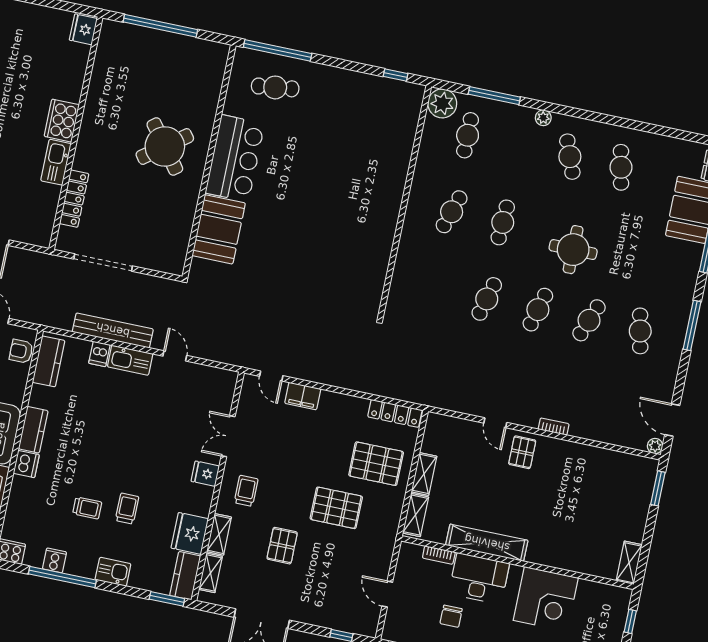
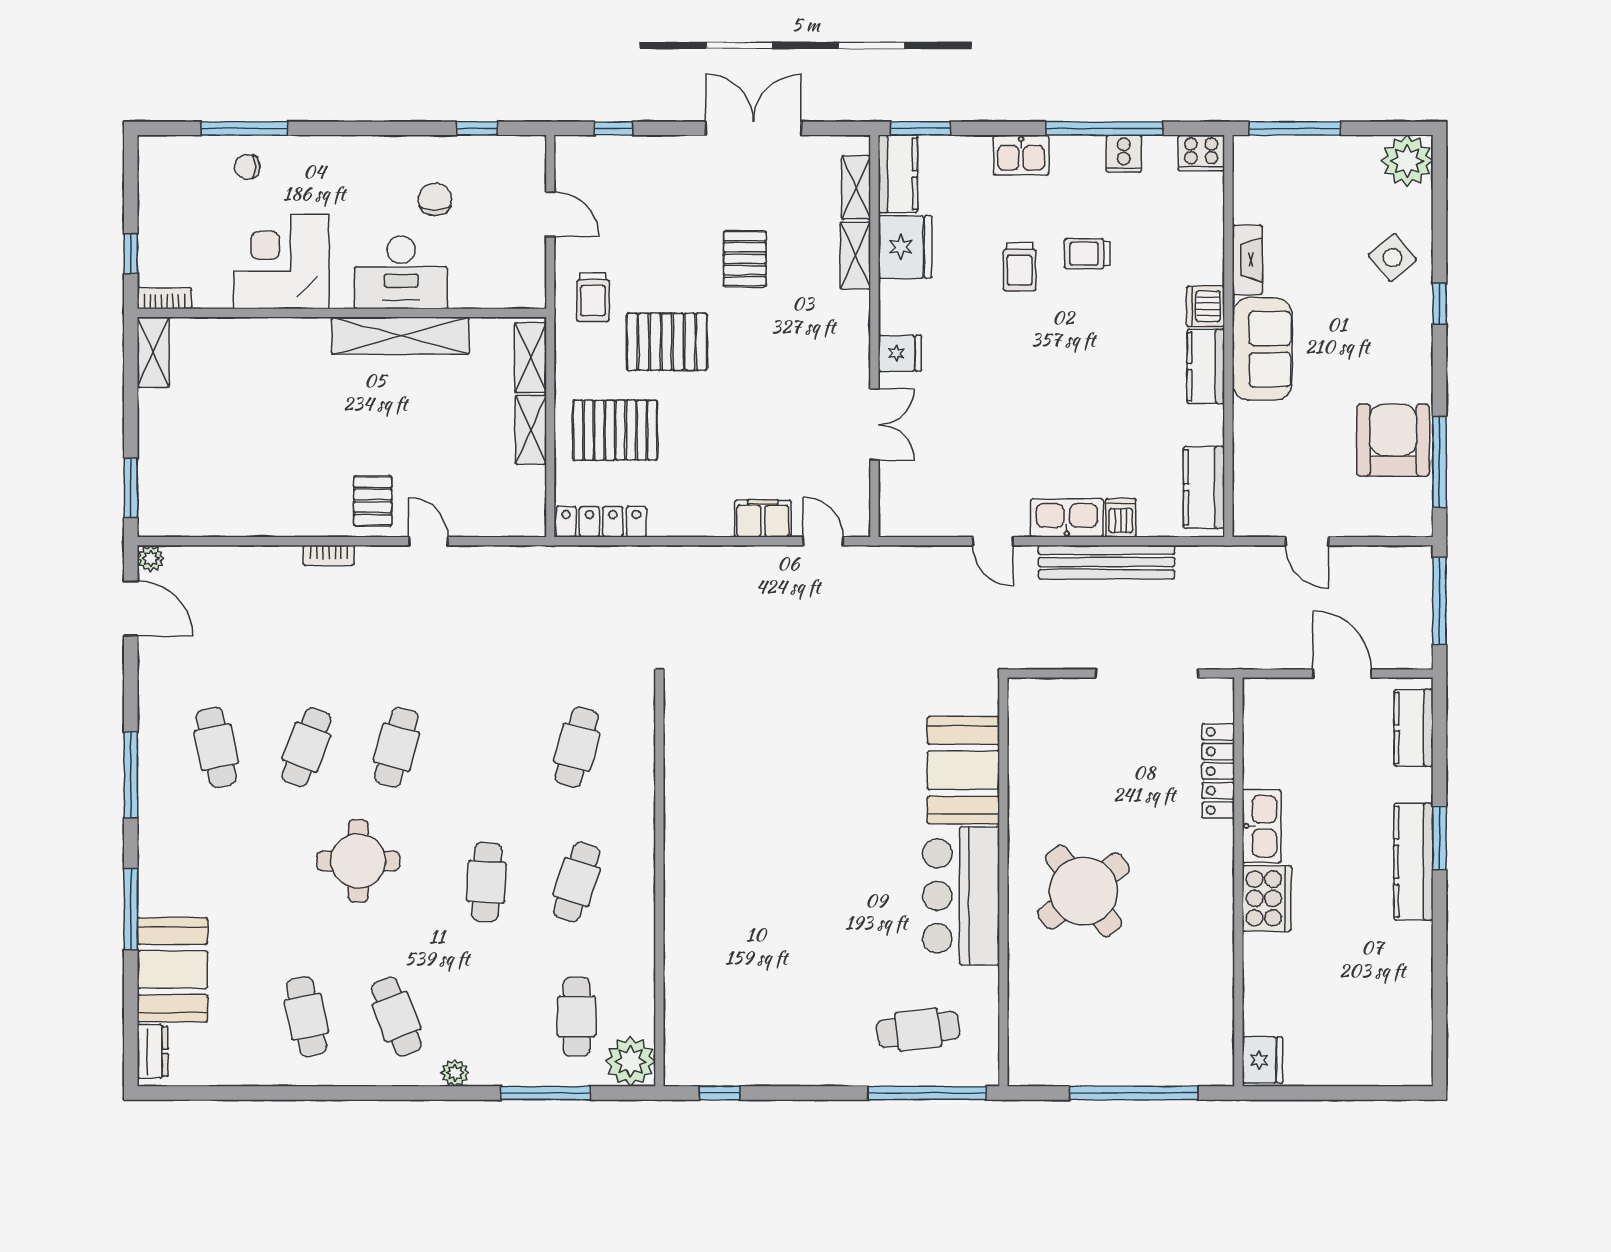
cafe table: (487, 299) -> (577, 747), moved
armchair: (21, 351) -> (1254, 495), removed
trolley: (246, 491) -> (593, 297), moved
bookcase: (439, 555) -> (164, 298), moved

